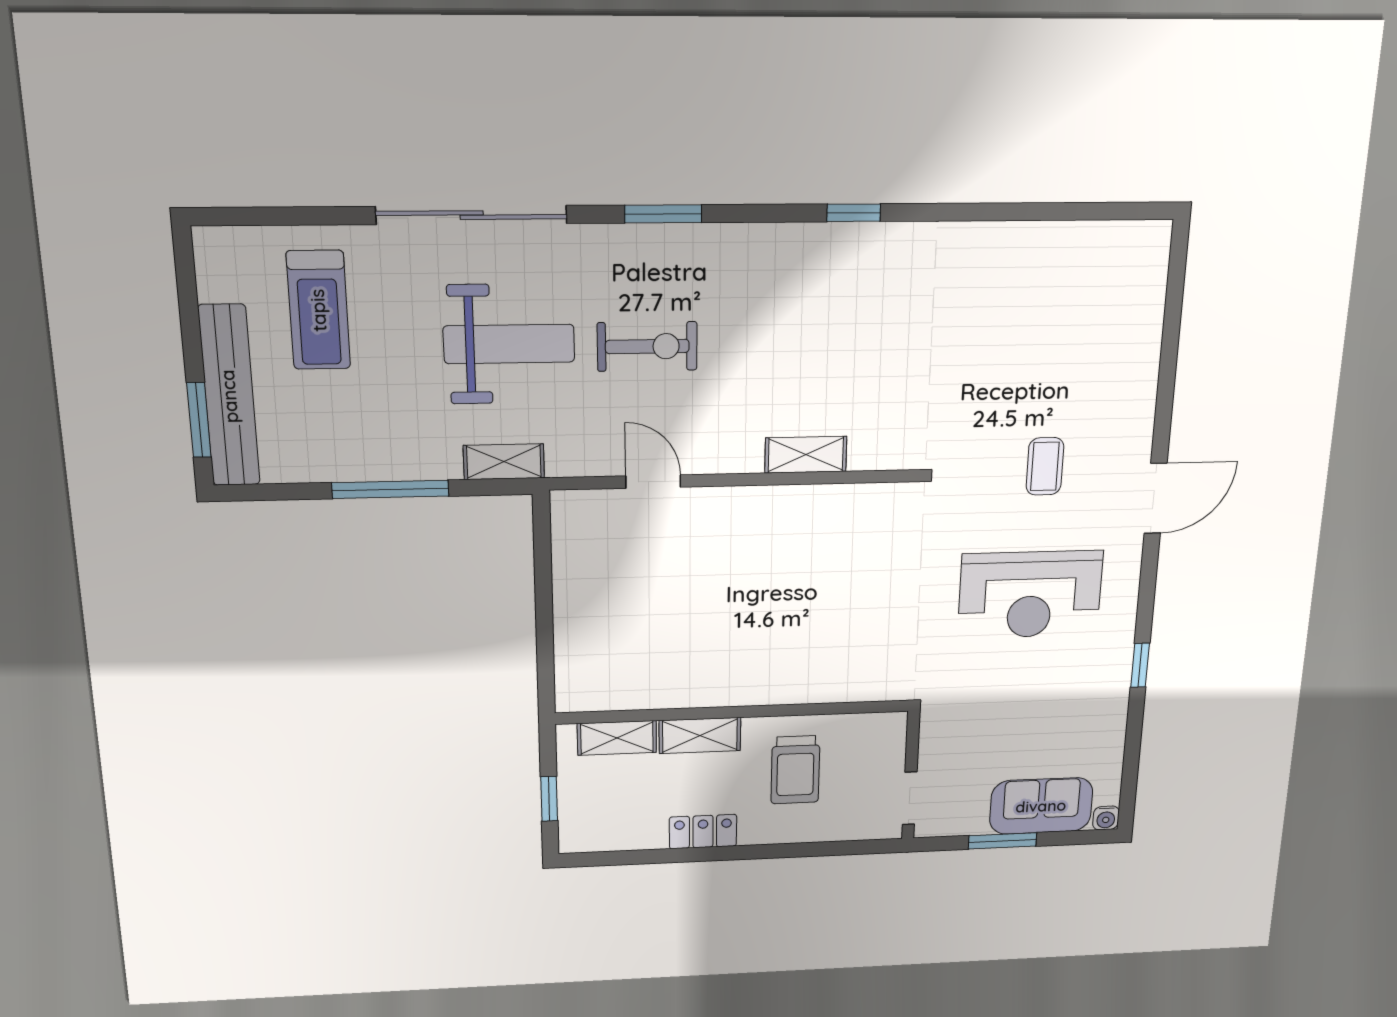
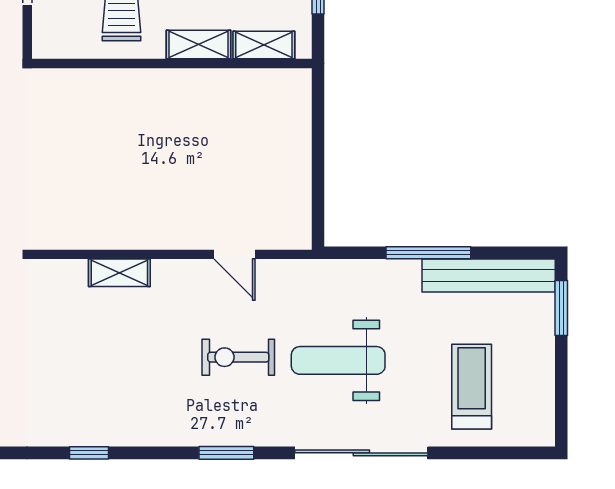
bench: (229, 396) -> (489, 276), moved, turned 90
shelving: (504, 462) -> (345, 272), removed

